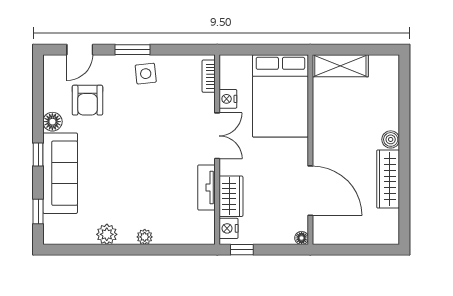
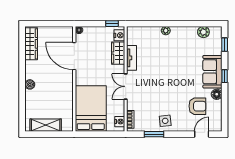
window: (132, 50) -> (154, 134), moved
shelving: (340, 66) -> (46, 125), moved
nightstand: (228, 99) -> (120, 122), moved
armchair: (87, 100) -> (197, 106), turned 90
sofa: (60, 173) -> (212, 72), width x0.73
wardrobe: (388, 179) -> (31, 44), moved
plant: (107, 234) -> (203, 32), moved

